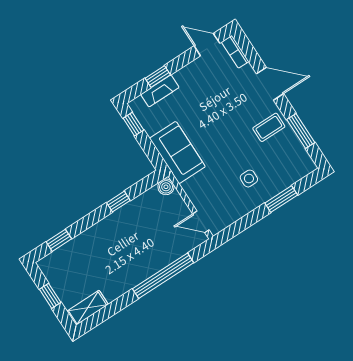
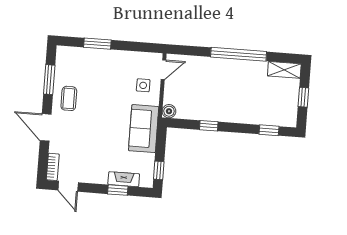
coffee table: (269, 127) -> (69, 98), turned 90
side table: (249, 179) -> (143, 85), moved
door: (201, 222) -> (163, 70), hinge flipped
window: (163, 276) -> (239, 54), moved

